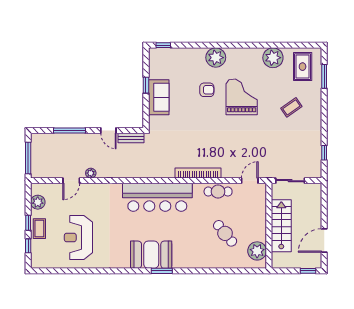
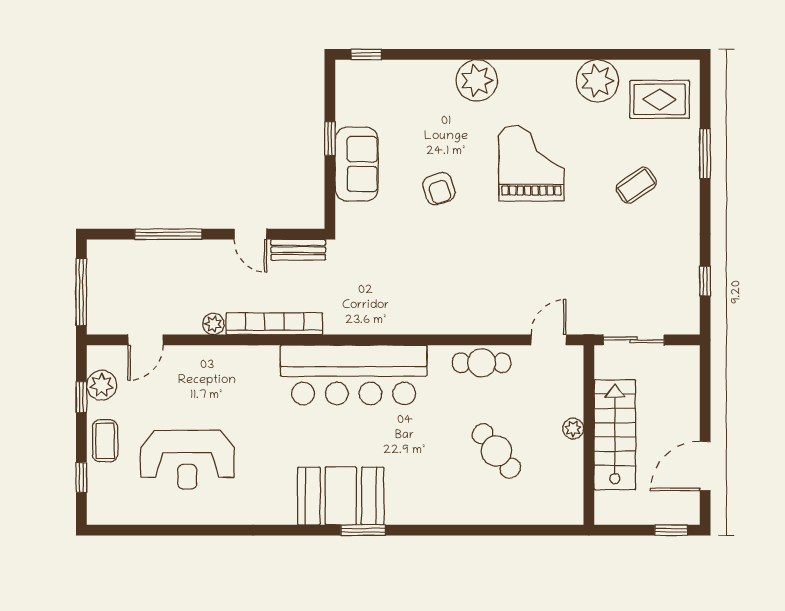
rug: (303, 67) -> (660, 99), turned 90
window: (324, 76) -> (705, 154), moved
armchair: (207, 90) -> (439, 189), moved, turned 72
bookcase: (198, 173) -> (274, 324), moved
door: (71, 181) -> (146, 340), moved
window: (28, 223) -> (81, 397), moved
reception desk: (78, 237) -> (187, 460), turned -90
plant: (257, 251) -> (573, 429), moved, width x0.53, depth x0.53

